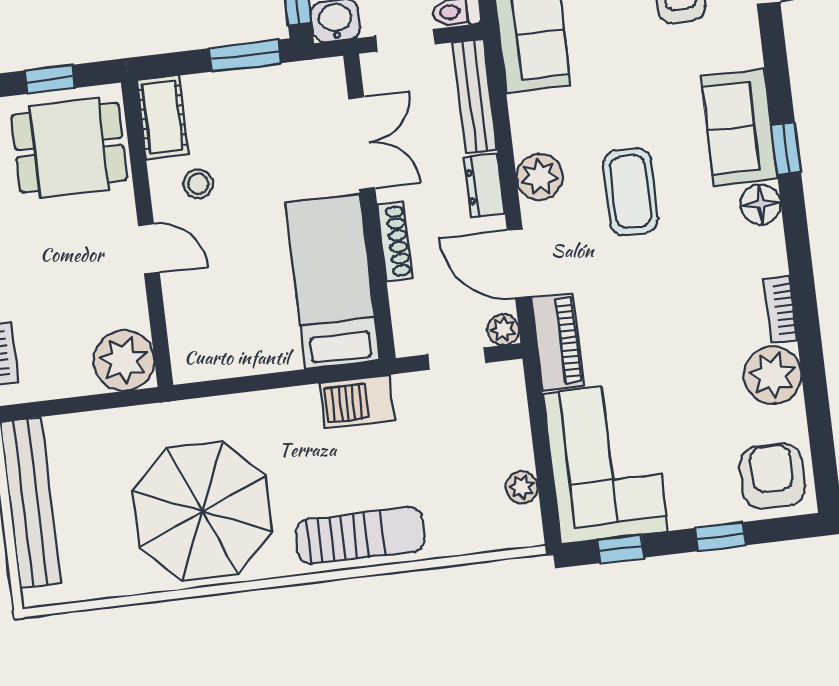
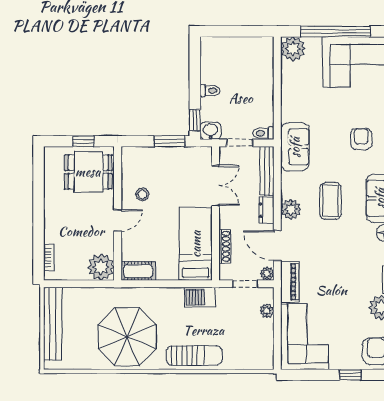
cot: (162, 117) -> (138, 271), moved, turned 90
coffee table: (631, 192) -> (330, 201), moved
shoe rack: (395, 241) -> (225, 246), moved
door: (149, 249) -> (118, 220), hinge flipped
plant: (522, 487) -> (267, 311), moved
window: (621, 549) -> (306, 375), removed

